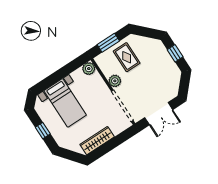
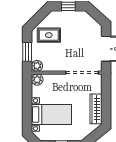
rug: (127, 57) -> (49, 35), moved
plant: (115, 81) -> (37, 66), moved

